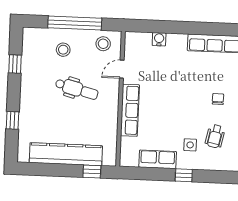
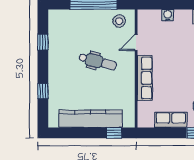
stool: (63, 50) -> (84, 28), removed

